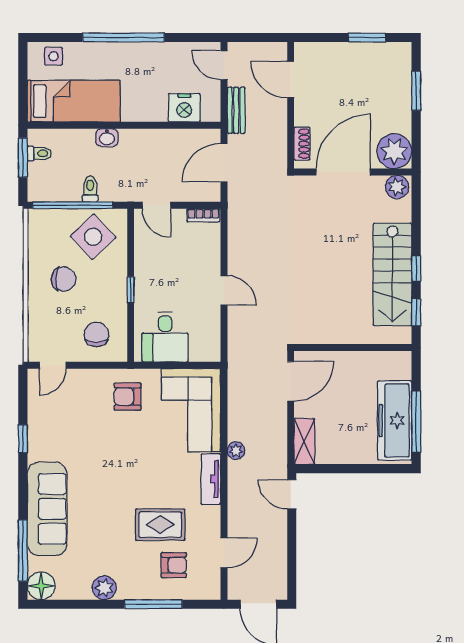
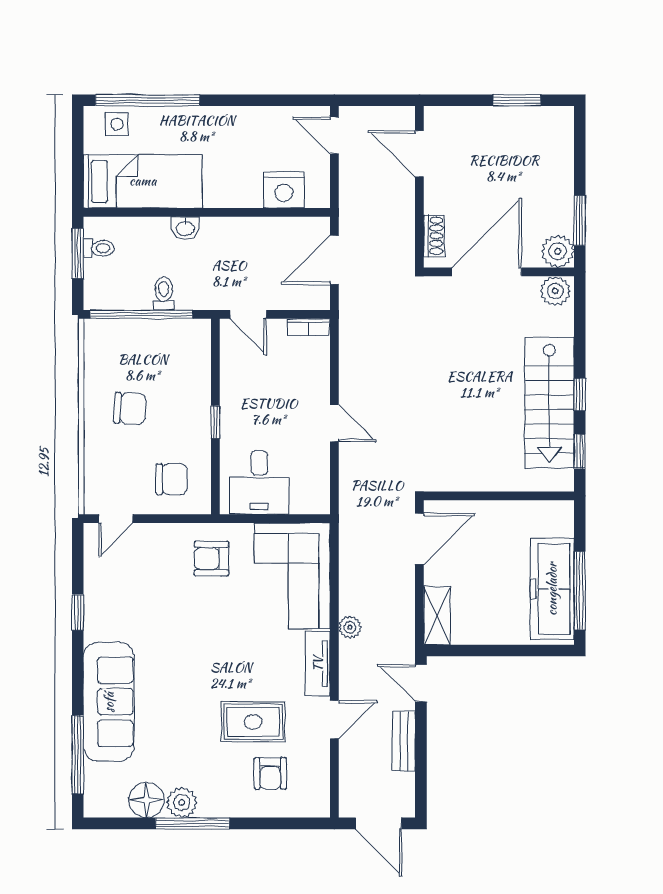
window: (123, 38) -> (148, 100), moved
window: (416, 91) -> (580, 221), moved
bench: (236, 110) -> (404, 741), moved
plant: (394, 151) -> (558, 251), width x0.73, depth x0.73
side table: (93, 237) -> (167, 354), removed
chair: (96, 334) -> (172, 479), turned 90
door: (224, 553) -> (334, 720), moved
armchair: (174, 565) -> (270, 773), turned 90
floor lamp: (41, 586) -> (146, 800), moved
window: (153, 604) -> (192, 823), moved

